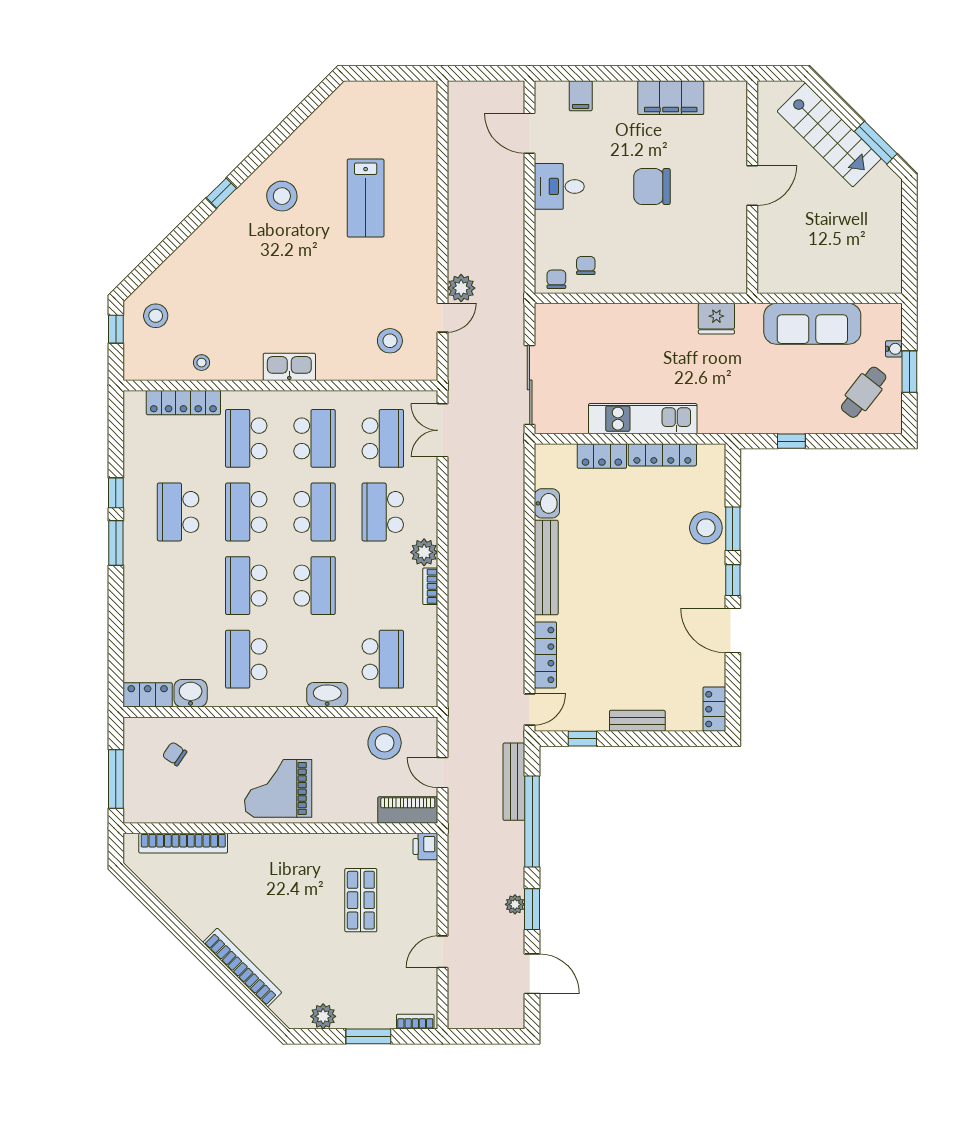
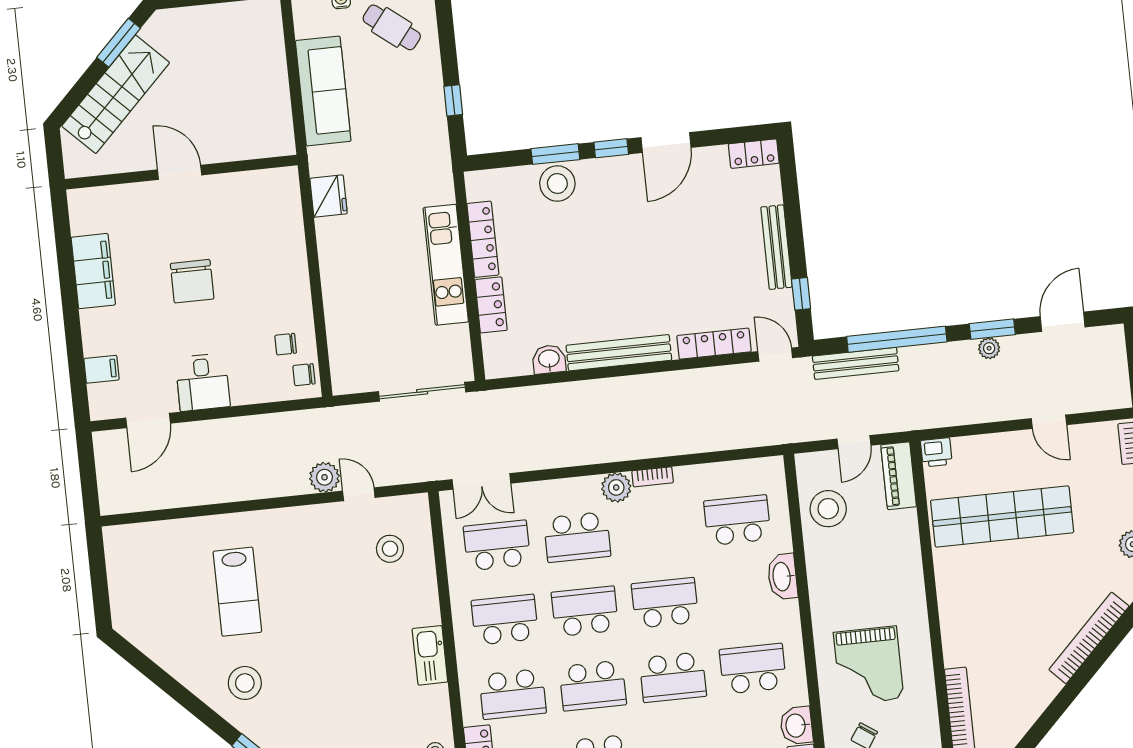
lab bench: (366, 198) -> (237, 592), turned 90
school desk: (246, 659) -> (753, 669), turned 180
bench: (637, 721) -> (776, 247), width x1.36
grand piano: (278, 788) -> (869, 665), moved
shop shelf: (361, 900) -> (1002, 516), width x2.00, depth x1.36

